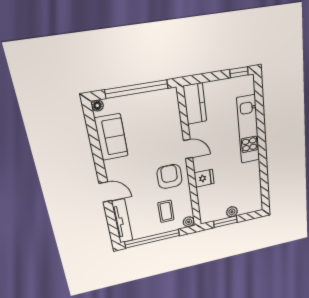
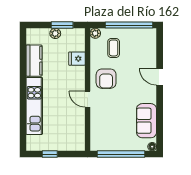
window: (239, 72) -> (50, 154), moved
kitchen counter: (195, 104) -> (34, 61), moved, turned 180
fridge: (204, 178) -> (77, 59), moved
tv unit: (122, 221) -> (151, 48), removed

